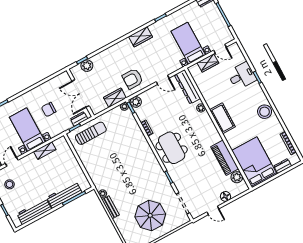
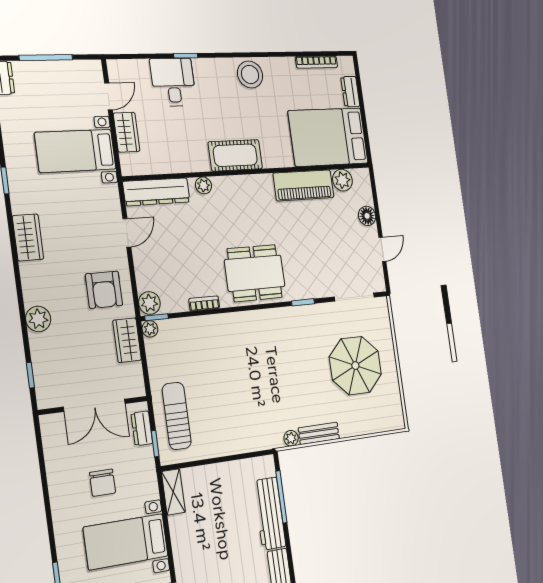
plant: (87, 66) -> (38, 319), moved
shelving: (45, 151) -> (173, 492), moved

